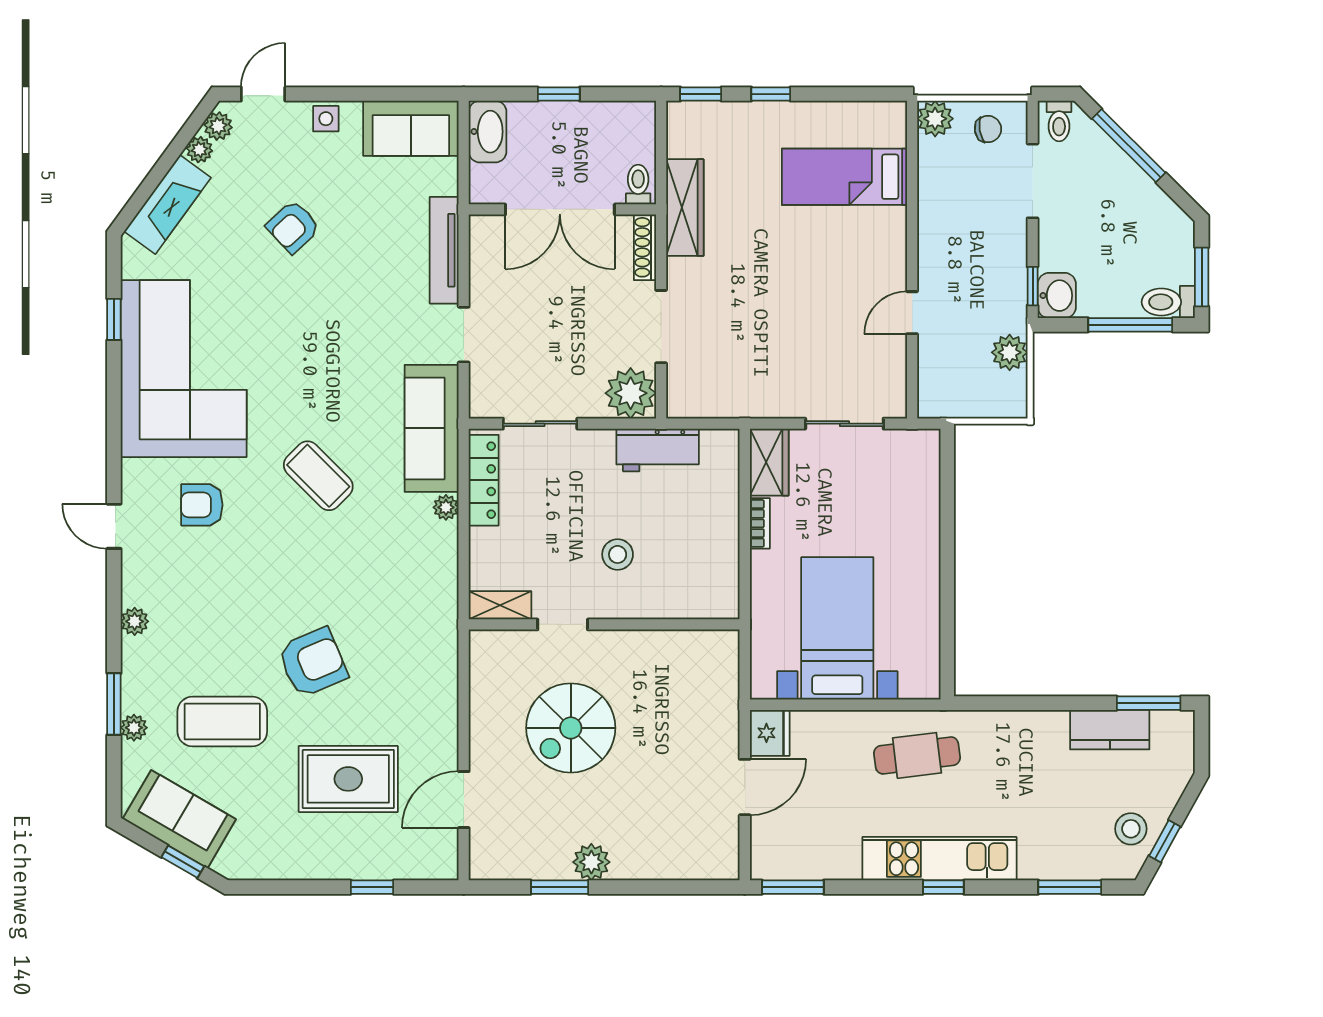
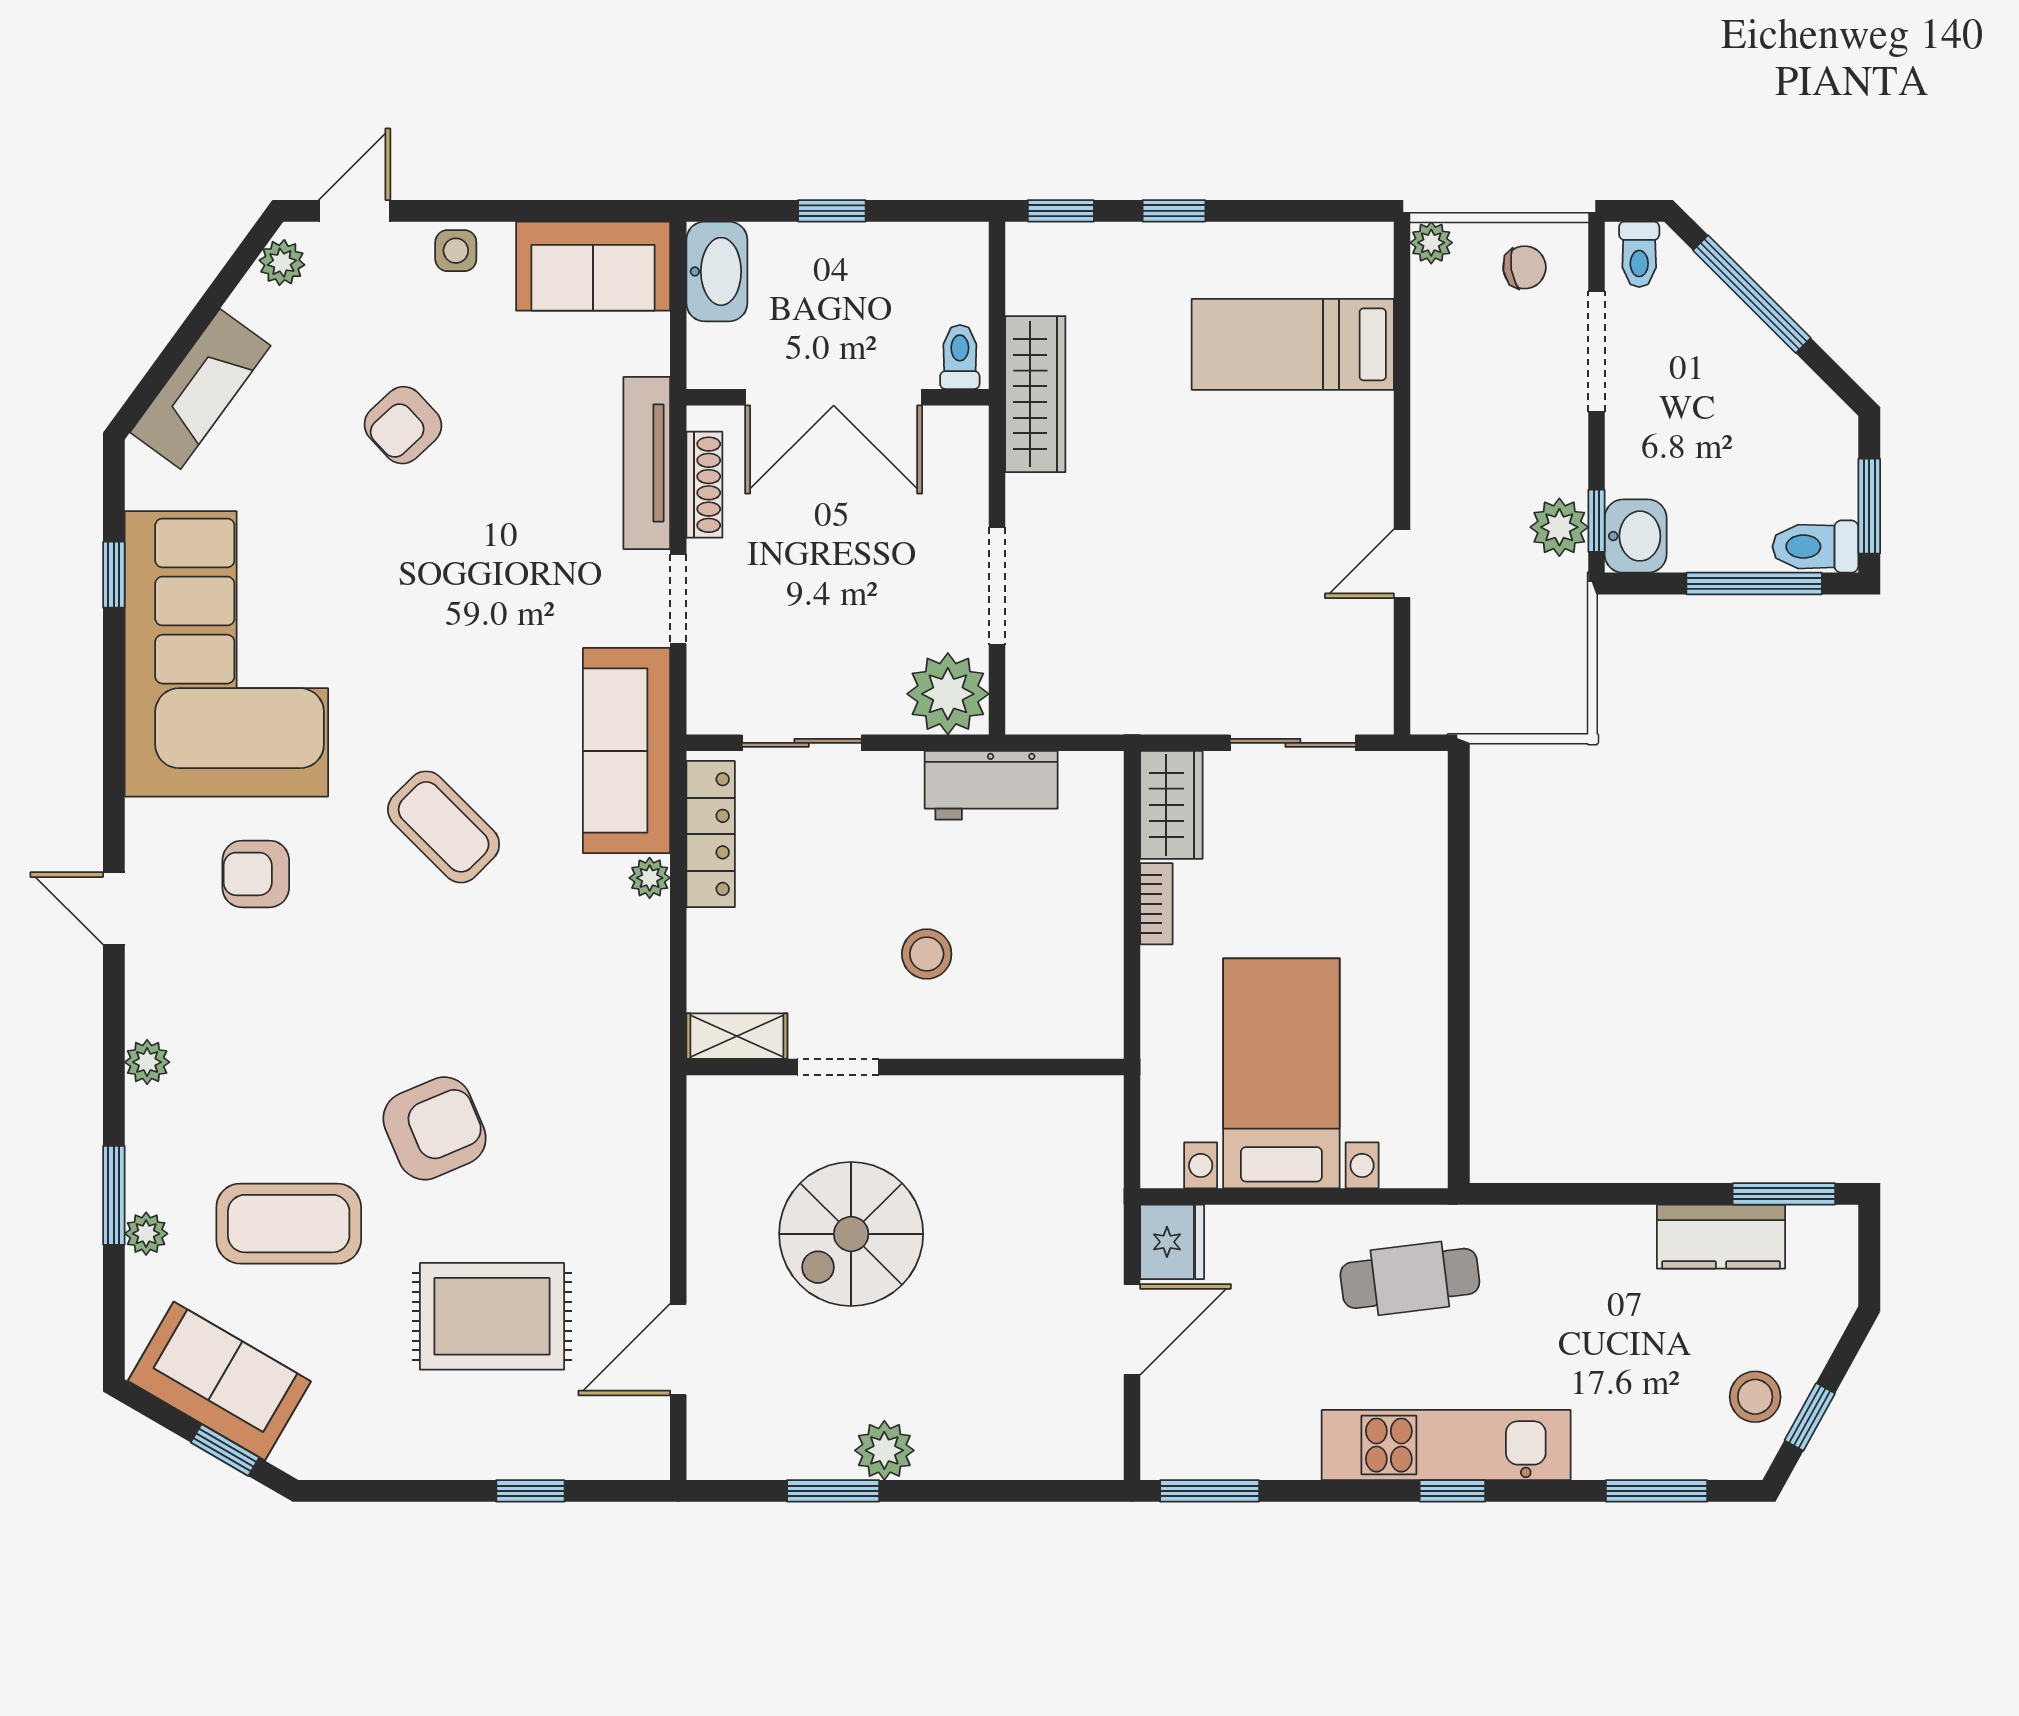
plant: (935, 119) -> (1431, 243), width x0.73, depth x0.73
plant: (199, 150) -> (252, 301), removed
shoe rack: (645, 247) -> (704, 485), moved, turned 180
plant: (1010, 352) -> (1559, 527), moved

